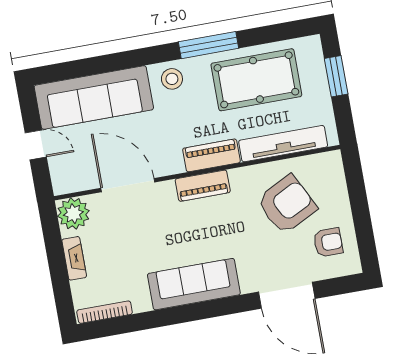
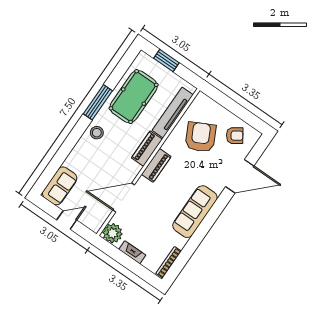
sofa: (94, 97) -> (60, 186), width x0.54, depth x0.79
armchair: (328, 242) -> (235, 136), turned 56

